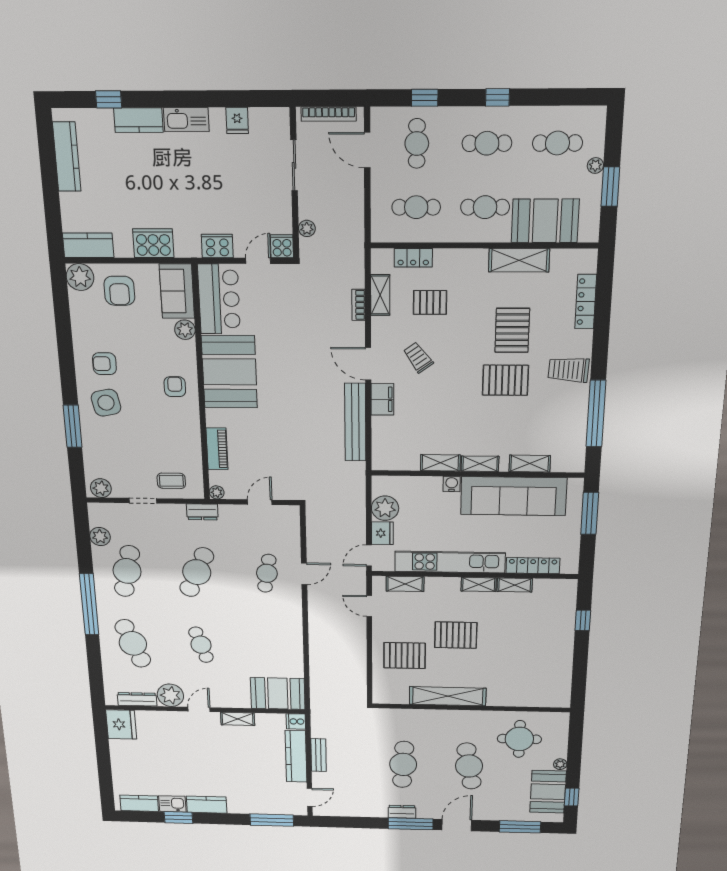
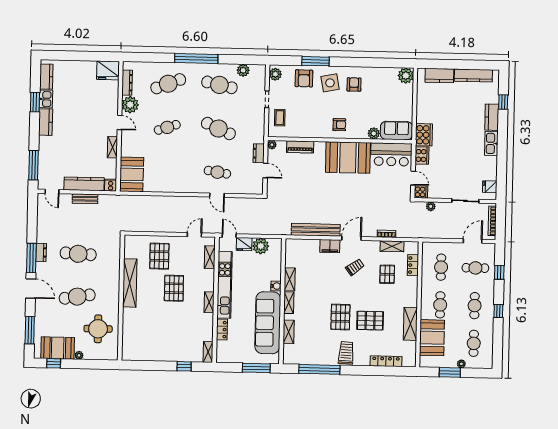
fridge: (237, 120) -> (490, 187), moved
cooker: (153, 243) -> (424, 135), moved
kitchen counter: (88, 245) -> (439, 76), moved, turned 90
armchair: (119, 291) -> (304, 78), moved, turned -90
dresser: (202, 512) -> (259, 153), moved
locker: (533, 566) -> (222, 330), width x0.66
shelving: (515, 585) -> (208, 352), moved

